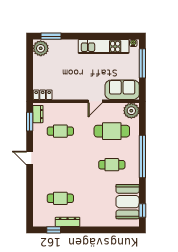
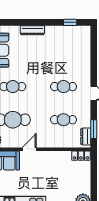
cafe table: (60, 198) -> (64, 87), moved
dresser: (68, 222) -> (32, 30), moved

